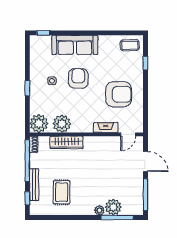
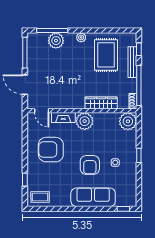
plant: (62, 124) -> (85, 121), moved
door: (128, 134) -> (42, 111), swing flipped
rug: (62, 192) -> (106, 55), width x1.36, depth x1.43
plant: (99, 210) -> (81, 37), moved

